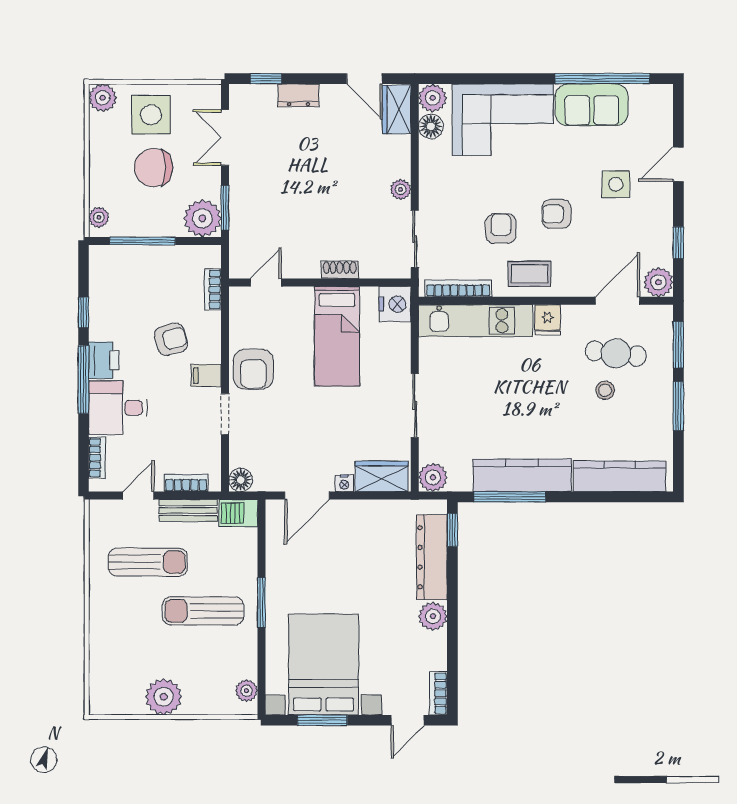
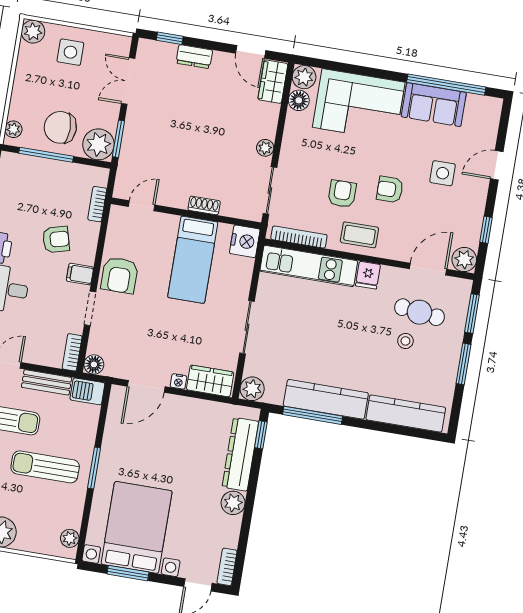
side table: (151, 115) -> (70, 52), width x0.73, depth x0.73
chair: (153, 168) -> (60, 127), moved
bookcase: (186, 483) -> (72, 352), moved, turned -90

